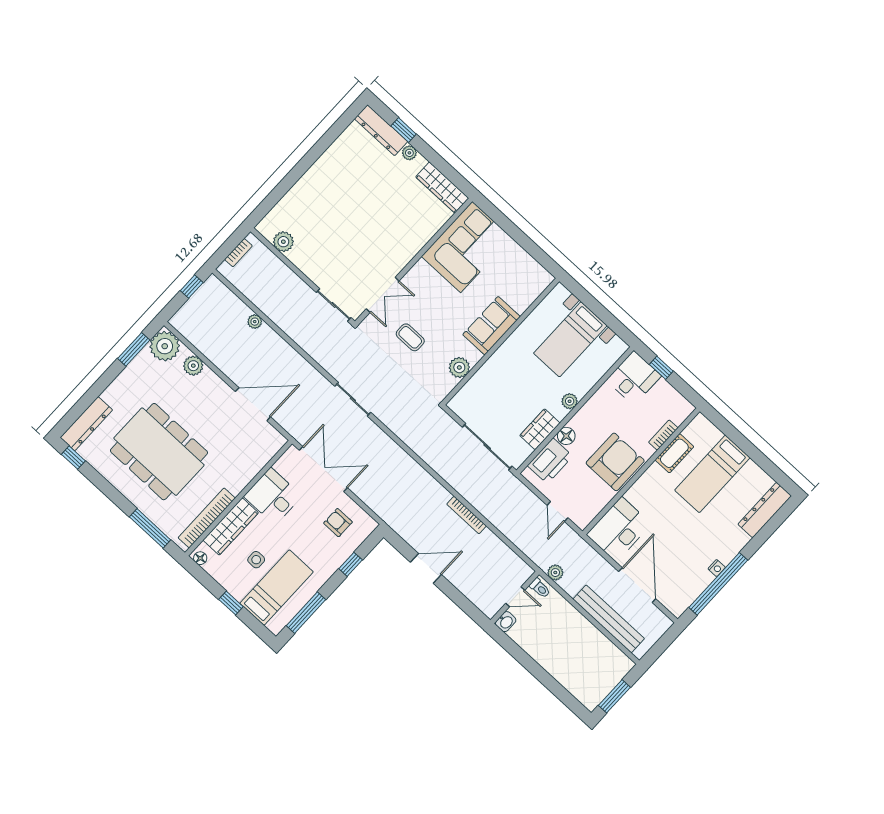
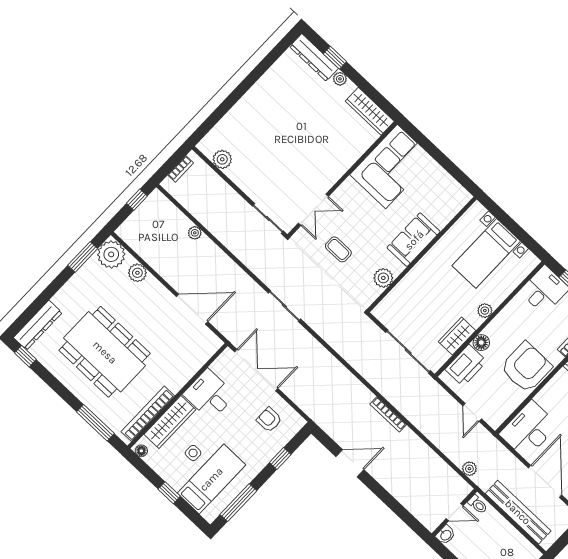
toilet: (540, 588) -> (478, 504), moved
door: (515, 597) -> (455, 512), moved
wall: (515, 597) -> (454, 513), moved
washbasin: (506, 622) -> (446, 535), moved

